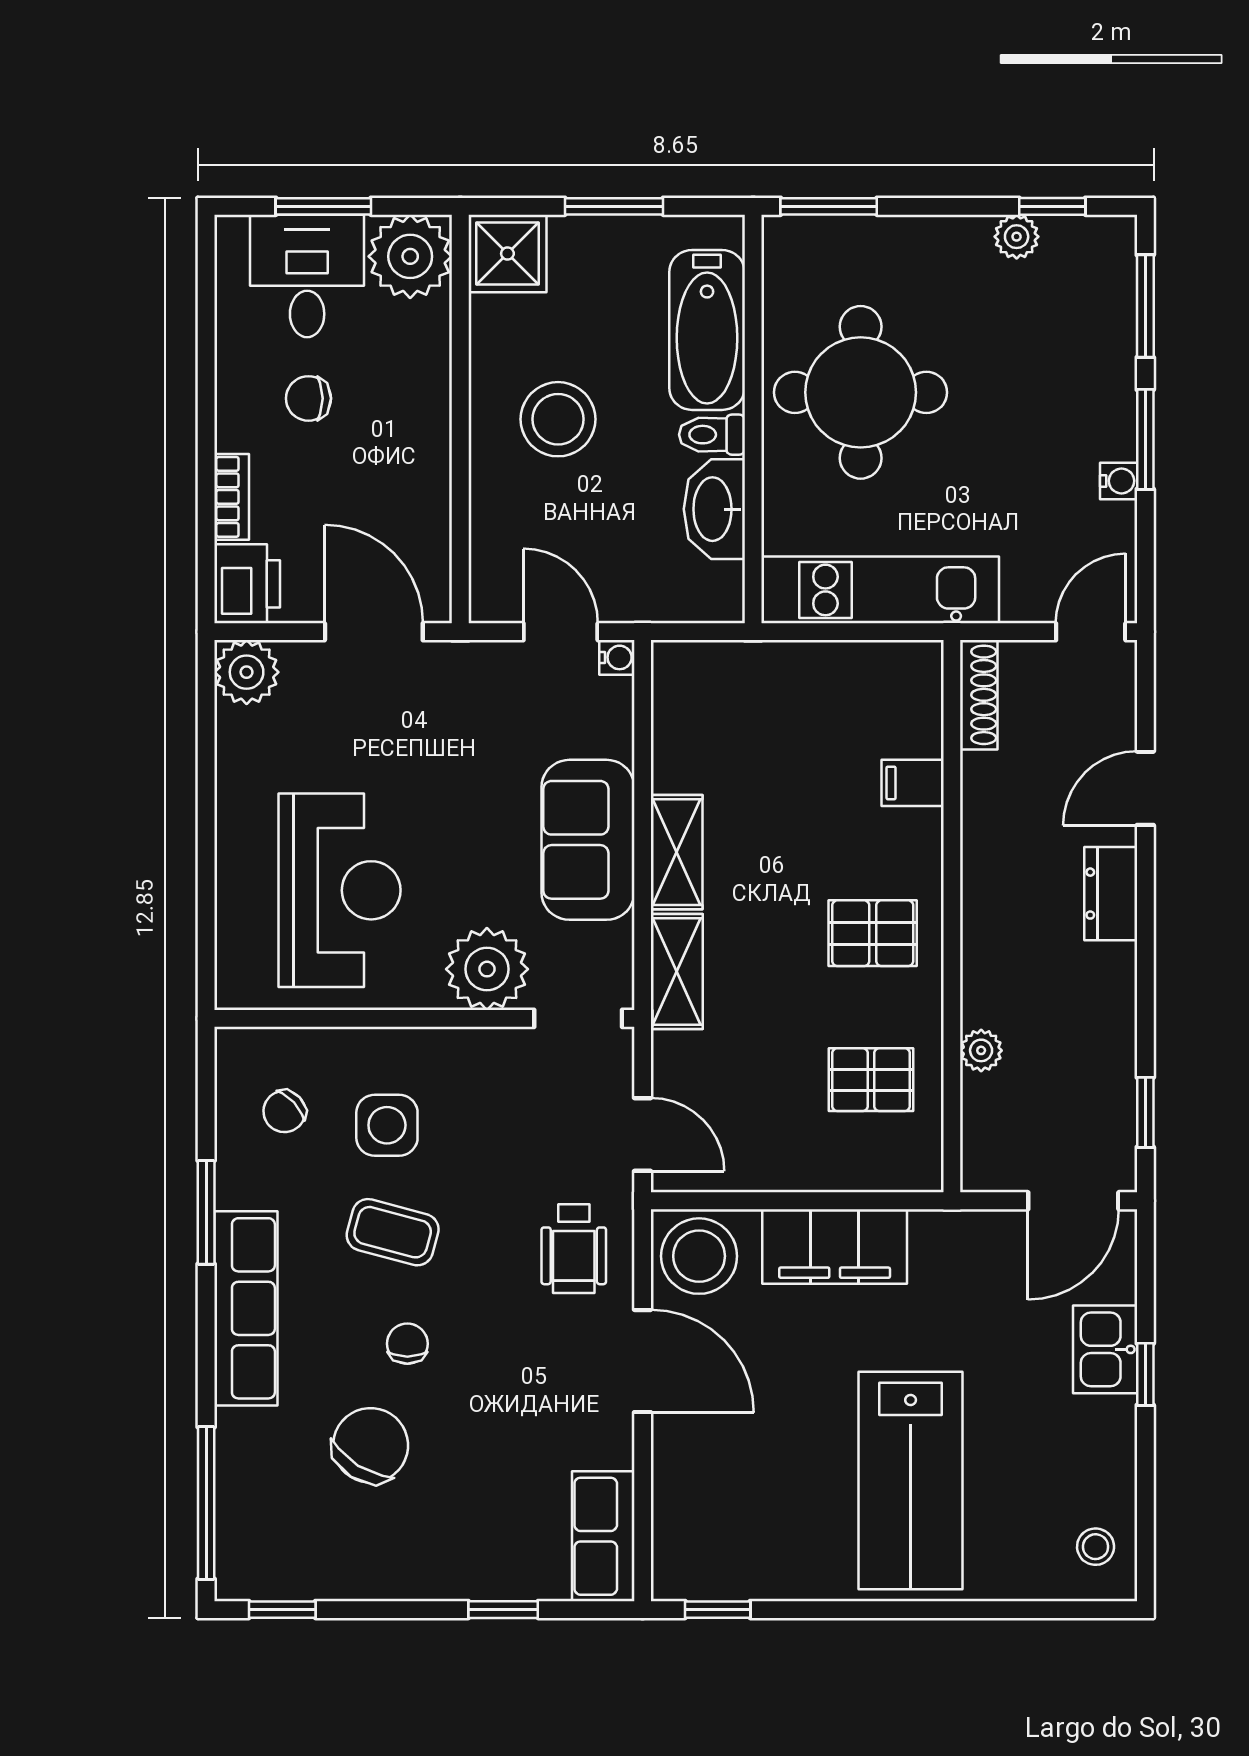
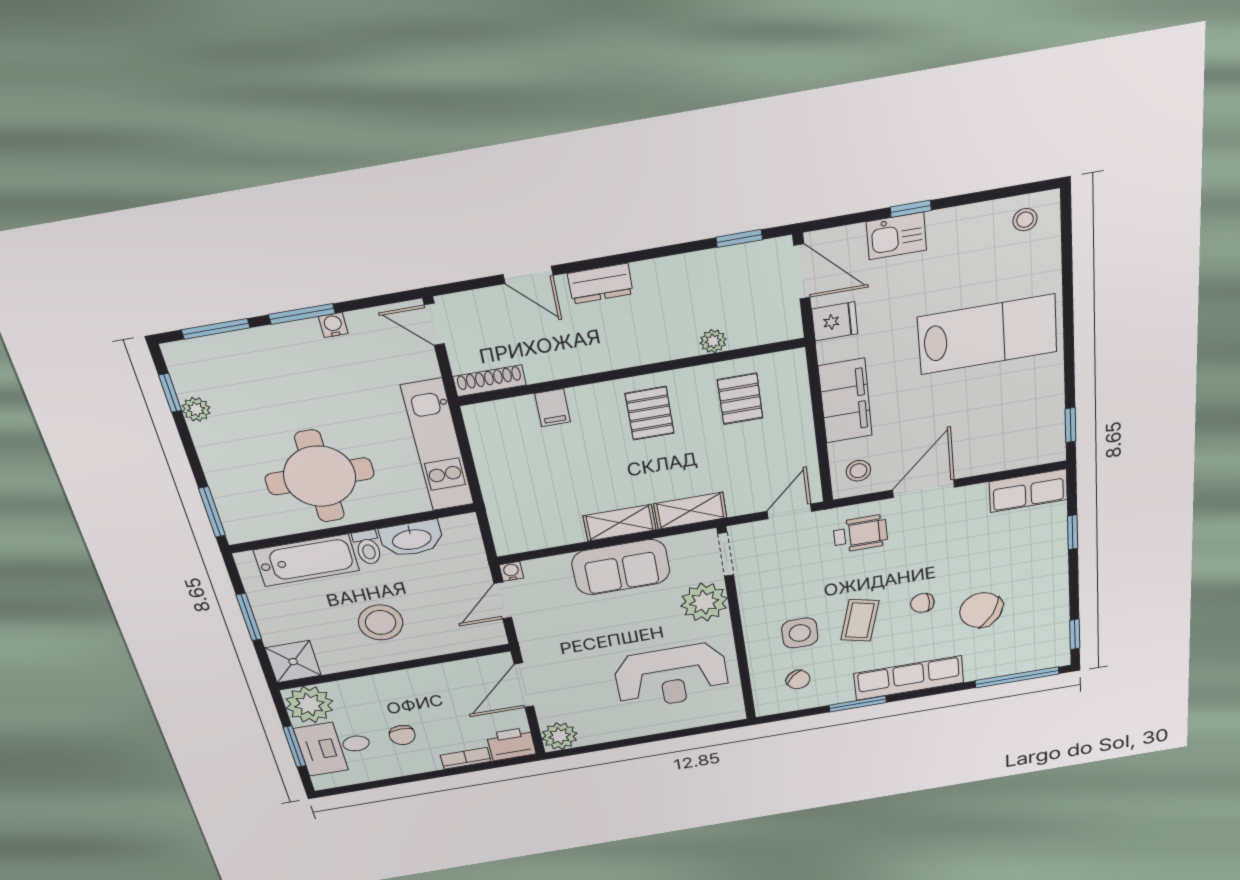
reception desk: (339, 890) -> (671, 676), turned 180
fridge: (979, 1243) -> (835, 321), added
stool: (699, 1256) -> (858, 471), width x0.53, depth x0.53

